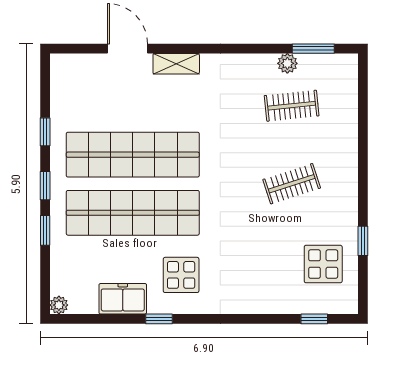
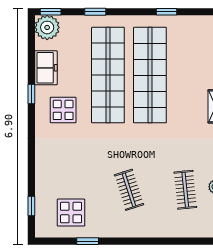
window: (45, 186) -> (51, 12), moved
plant: (59, 305) -> (47, 27), width x1.87, depth x1.87

